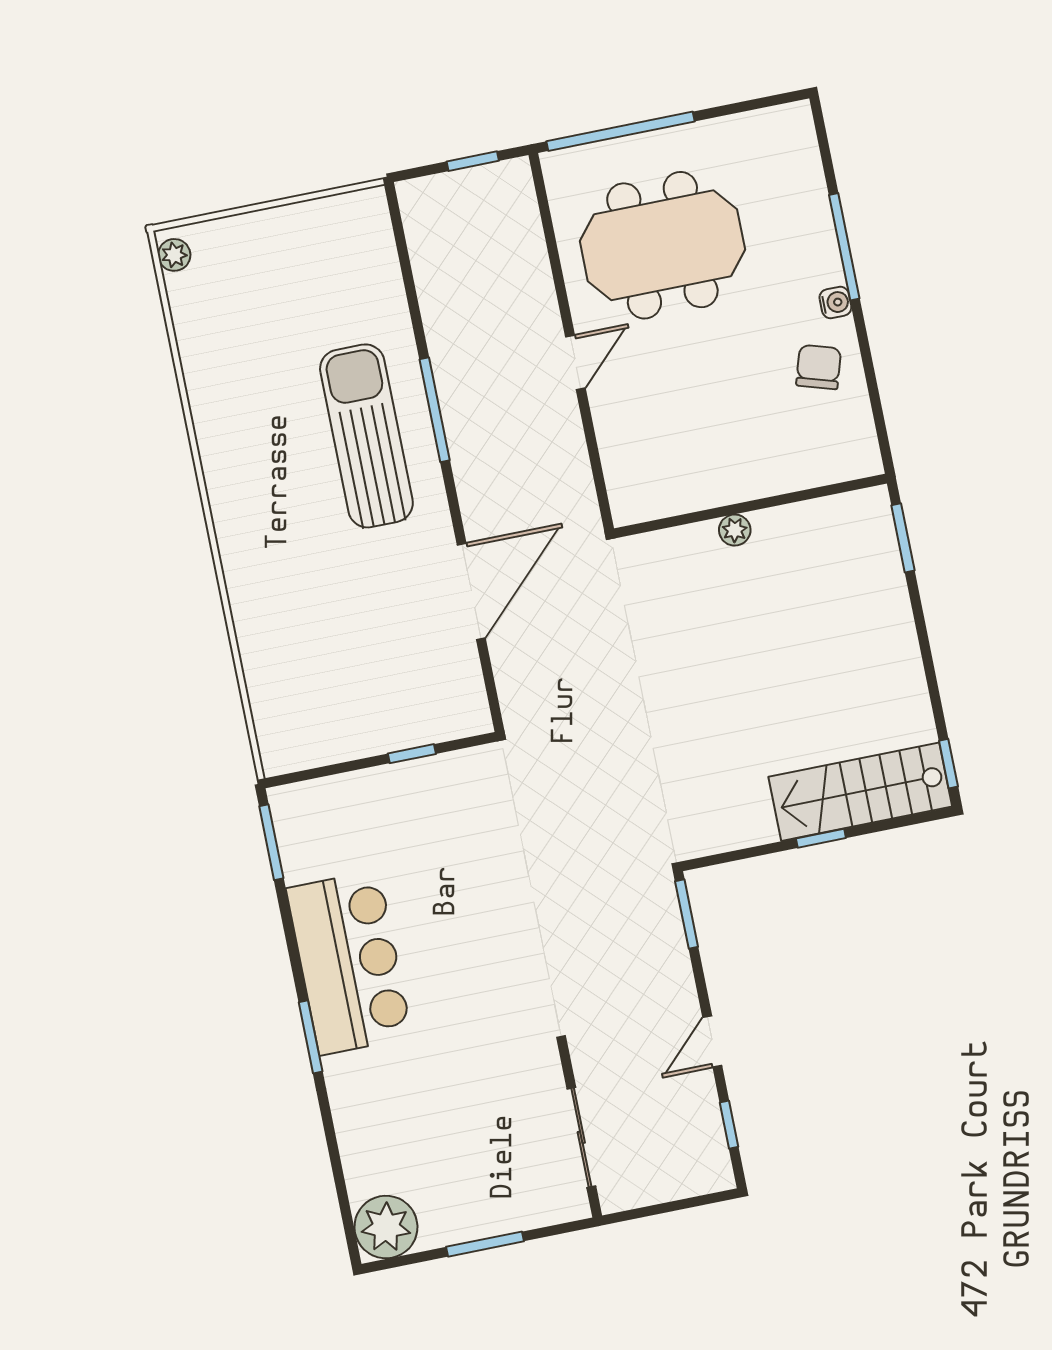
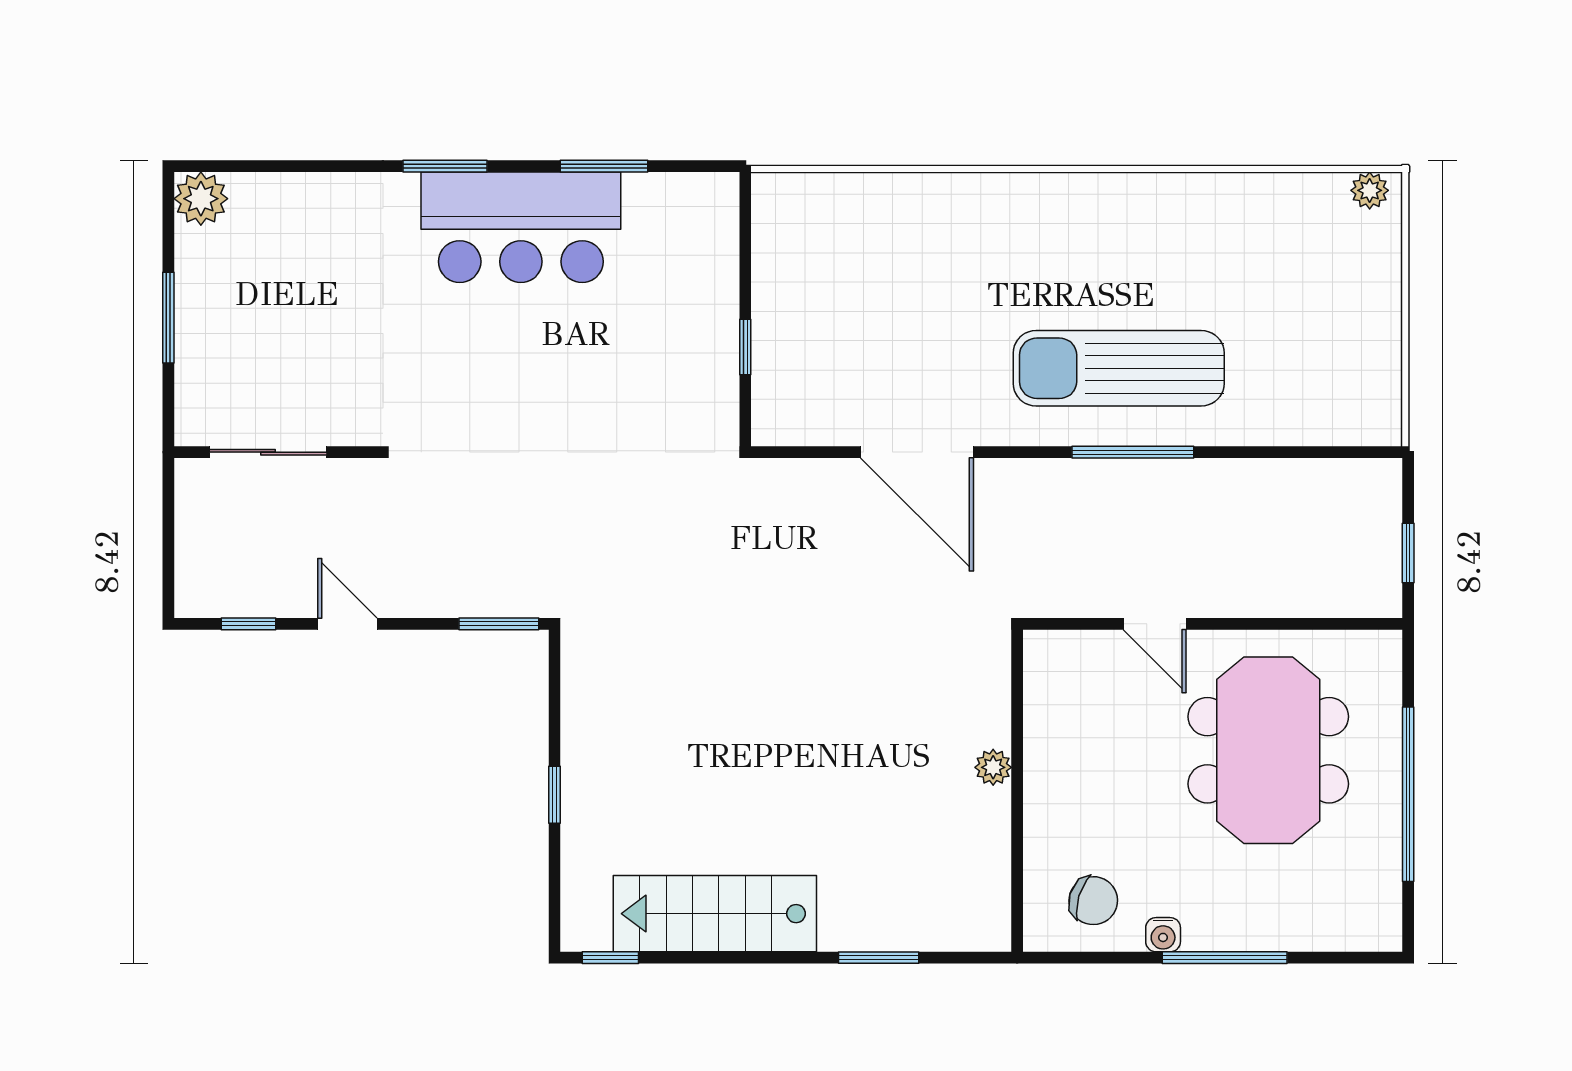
window: (621, 131) -> (1408, 794), moved
sun lounger: (366, 436) -> (1119, 368), turned 180
wall: (750, 506) -> (1017, 791), moved
plant: (735, 530) -> (993, 767), moved
stairs: (860, 792) -> (715, 914), moved, turned -90
window: (271, 842) -> (604, 166), moved
plant: (386, 1227) -> (201, 199), width x0.73, depth x0.73

